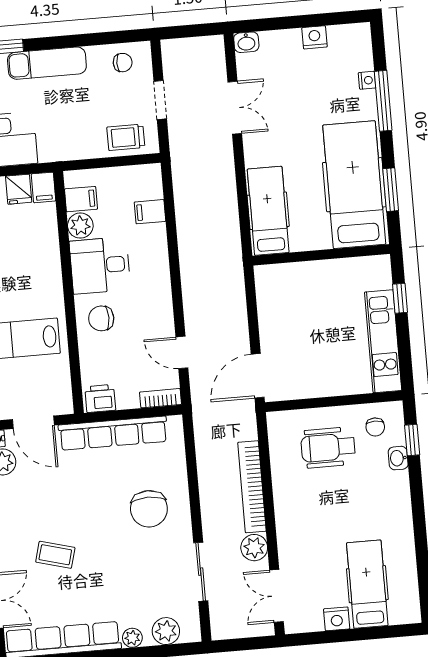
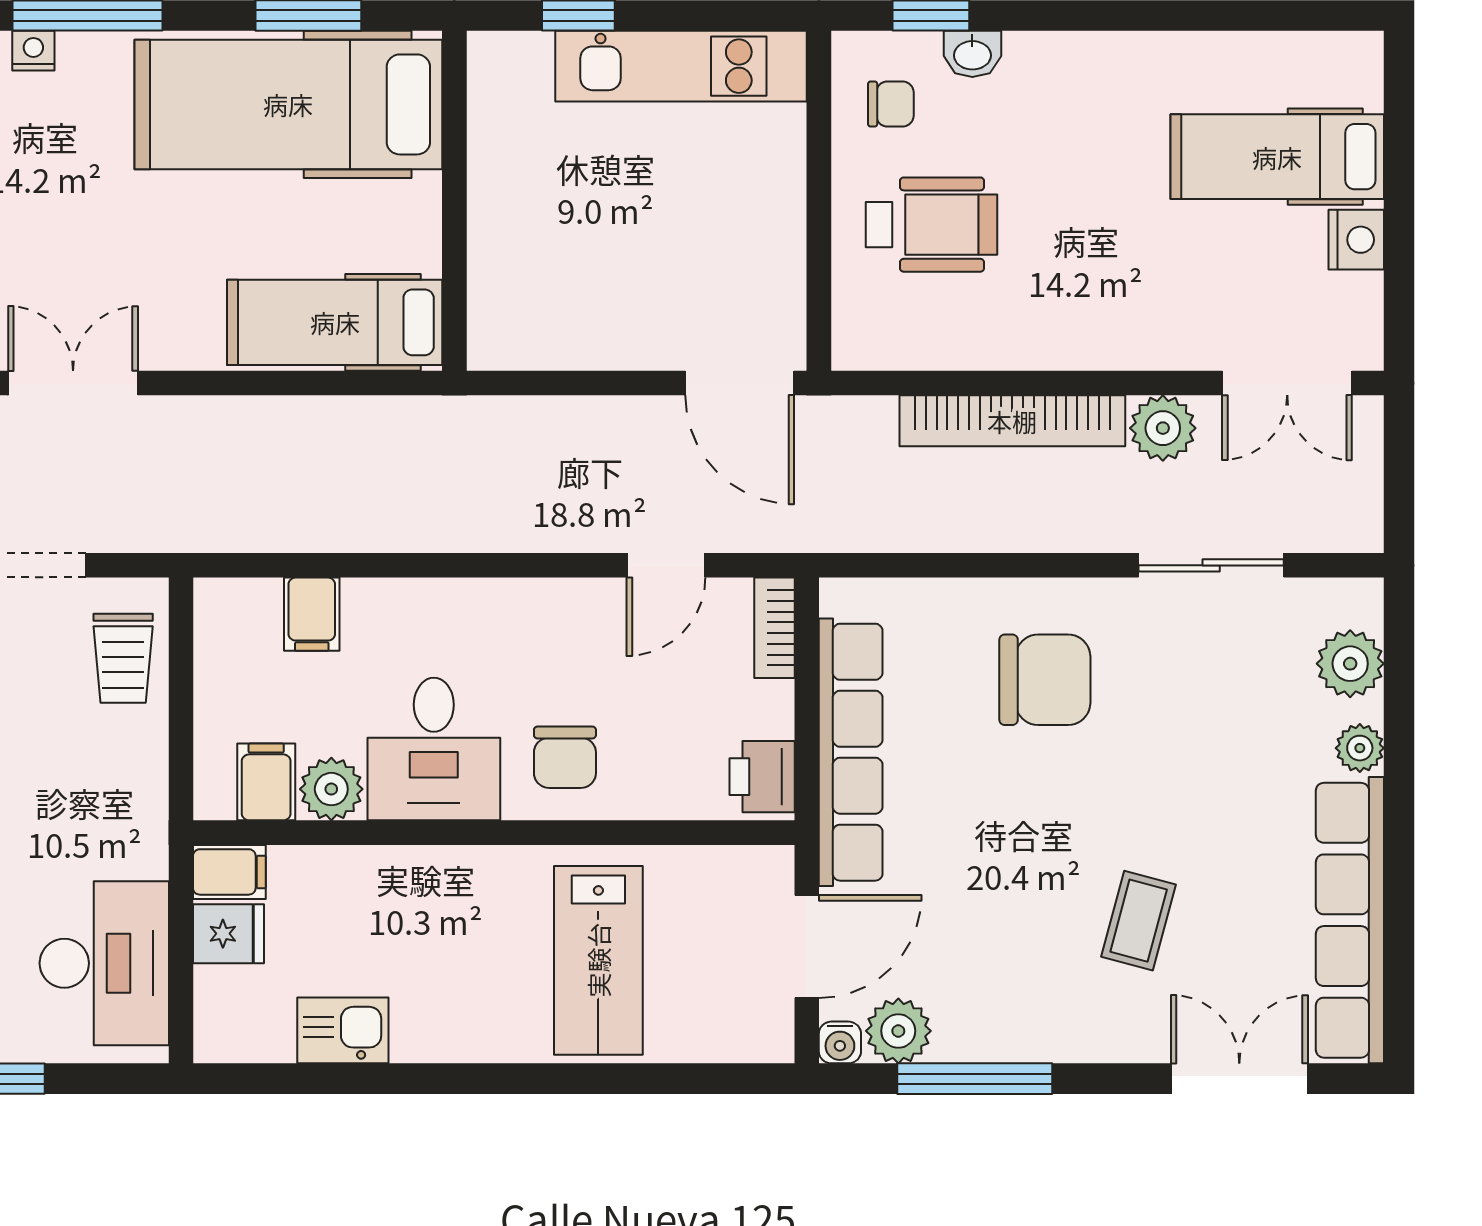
wheelchair: (328, 447) -> (932, 225), turned -90

